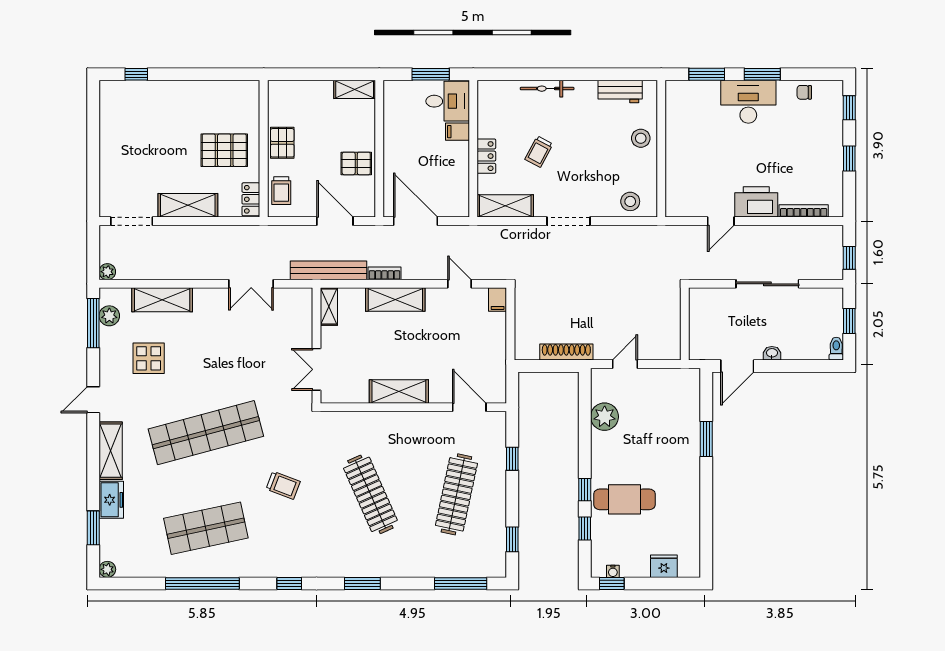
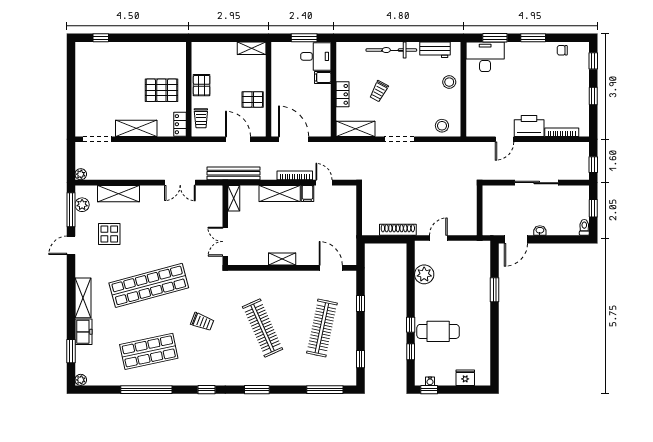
bicycle: (547, 89) -> (391, 50), width x1.37, depth x1.40
desk: (748, 102) -> (485, 57), moved
bookcase: (384, 273) -> (295, 175), moved, width x1.56
filing cabinet: (498, 300) -> (307, 193), moved
shelving: (399, 391) -> (282, 259), width x0.67, depth x0.75
door: (93, 400) -> (71, 245), moved

